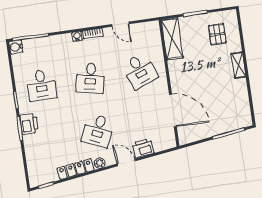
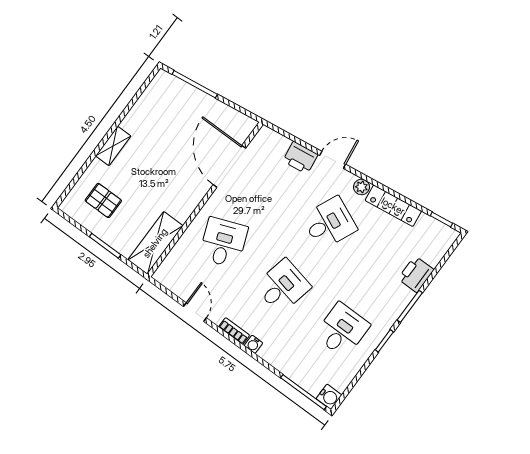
pallet: (217, 34) -> (103, 201), turned 90
printer: (29, 124) -> (416, 274), moved
door: (126, 162) -> (333, 160), swing flipped

